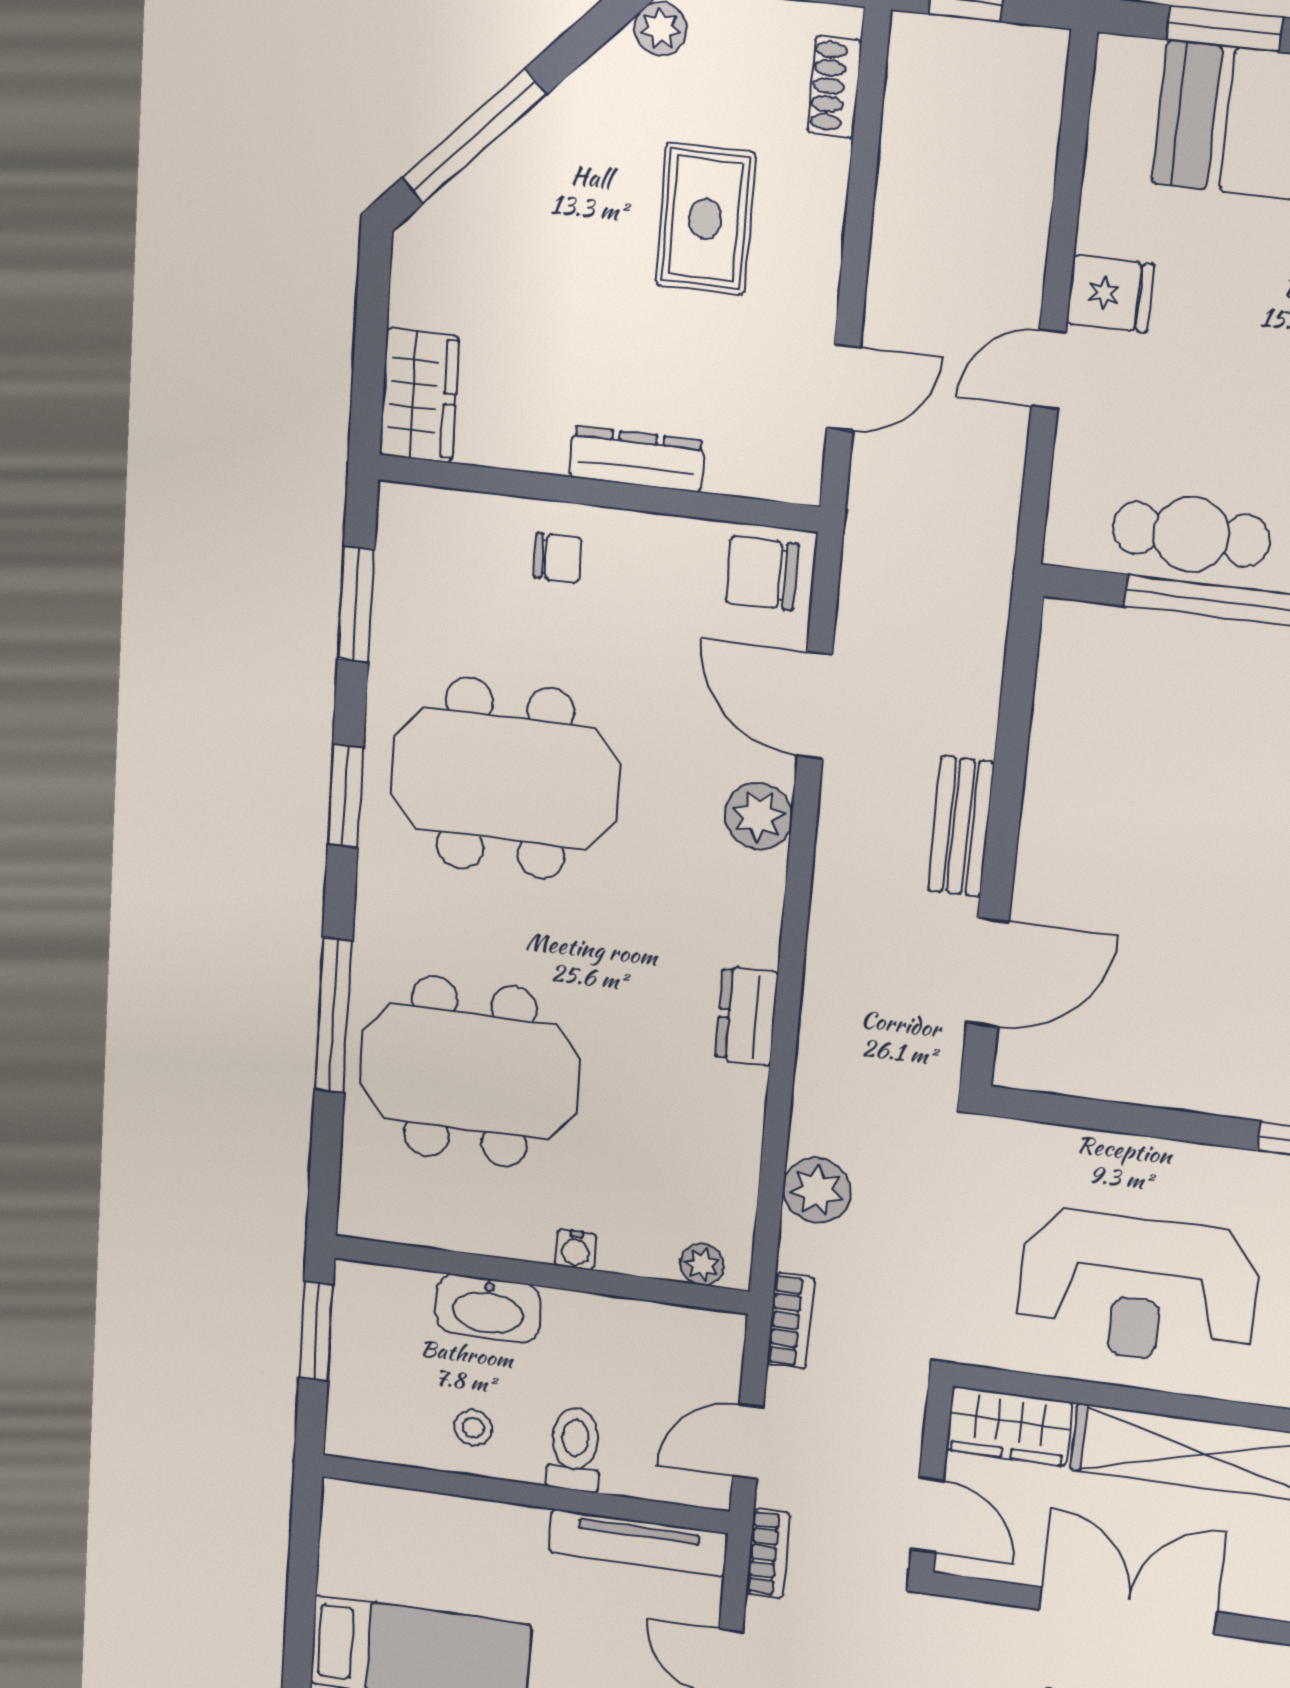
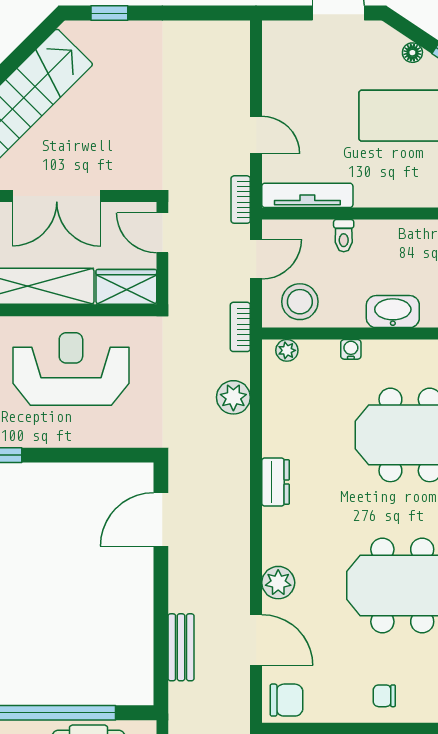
bench: (961, 826) -> (181, 647), moved
stool: (473, 1428) -> (300, 302), moved, width x1.89, depth x1.89
toilet: (575, 1449) -> (344, 236), width x0.73, depth x0.72

